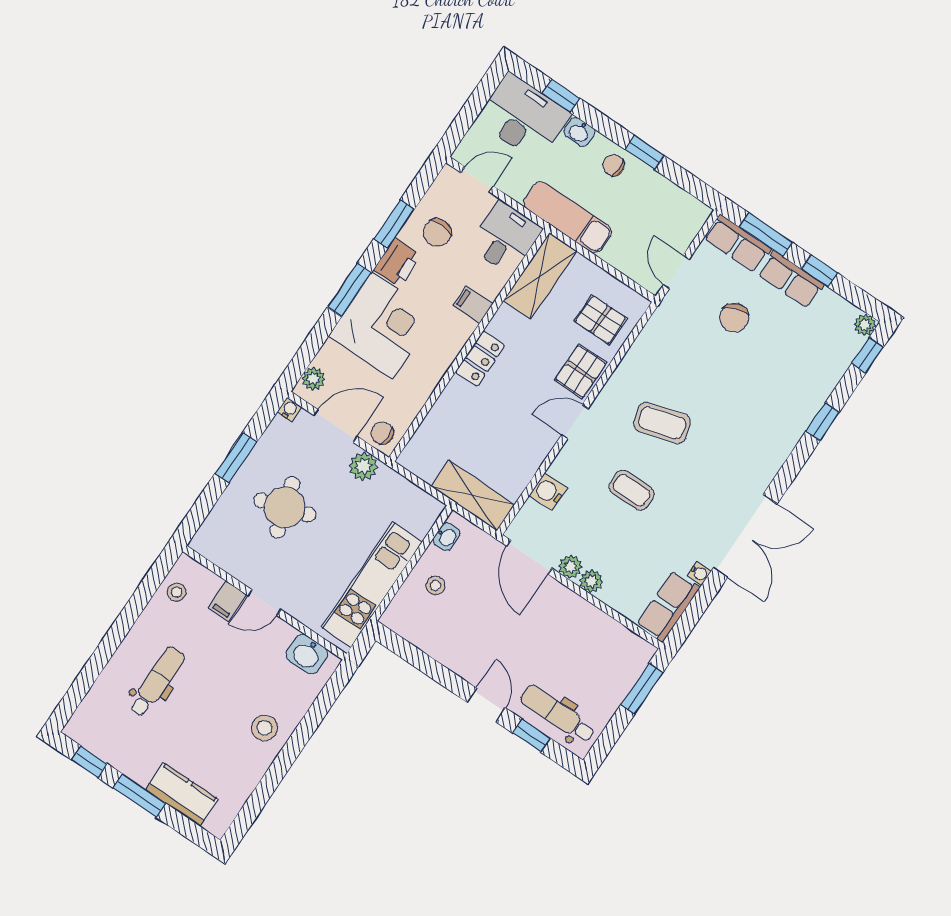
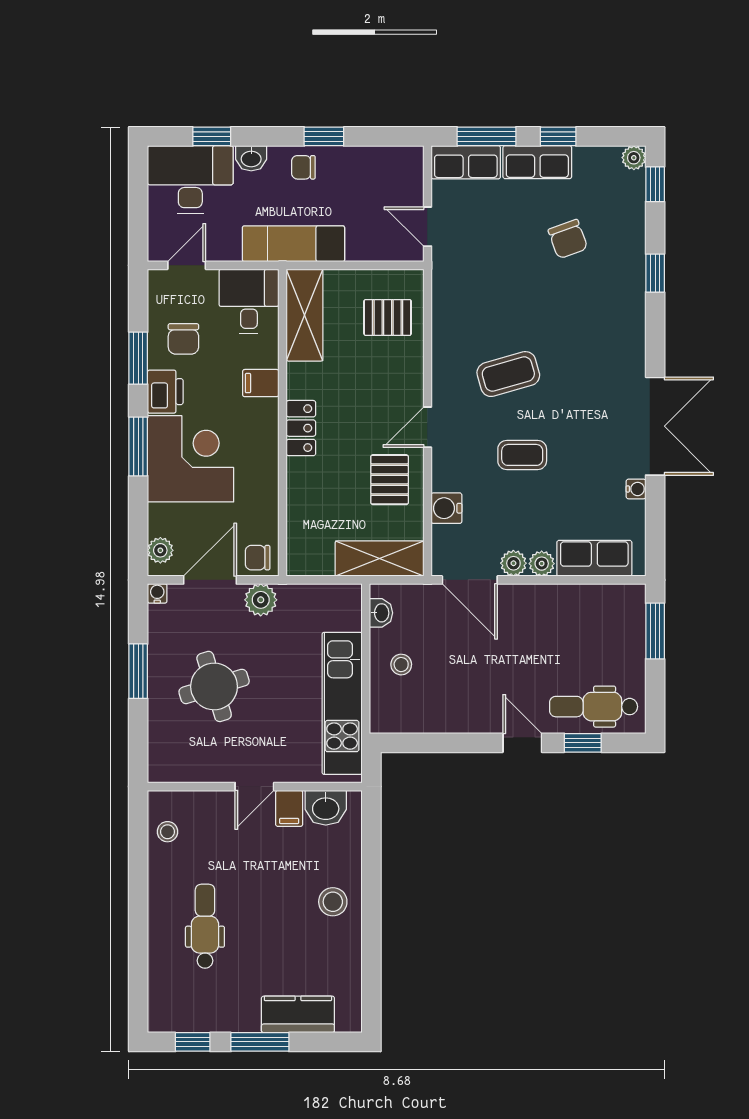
chair: (734, 318) -> (568, 239), moved
pallet: (581, 371) -> (390, 480), moved
filing cabinet: (227, 601) -> (289, 808), moved
row of seats: (668, 606) -> (594, 558), moved, turned 90

